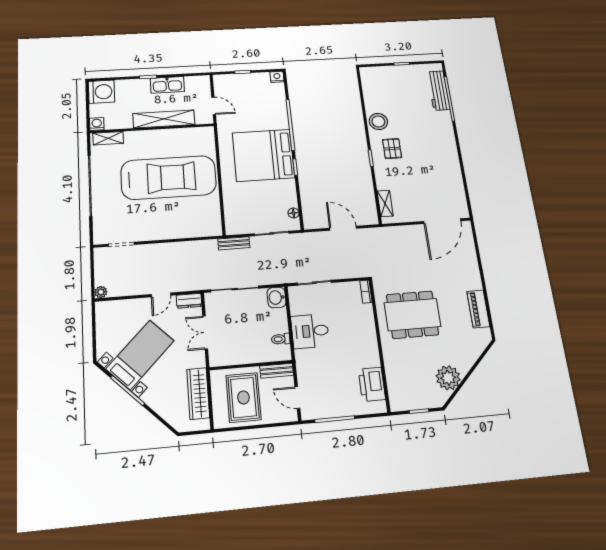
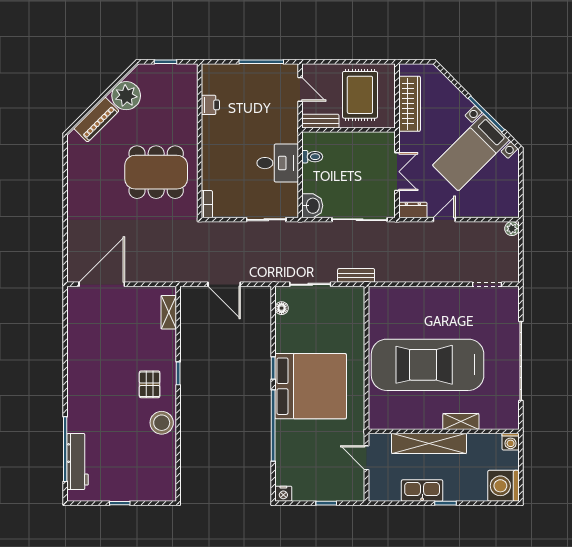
shelving: (108, 138) -> (461, 422), moved
piano: (478, 309) -> (96, 120), moved, turned 45
printer: (372, 384) -> (210, 105), width x0.53, depth x0.68

